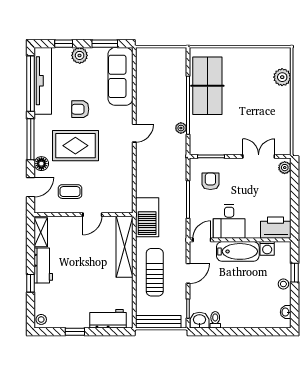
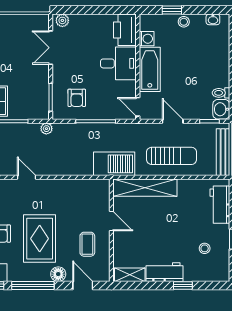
plant: (181, 128) -> (46, 129), moved
armchair: (210, 181) -> (77, 98), turned -90
desk: (229, 221) -> (118, 63), moved
sun lounger: (155, 272) -> (172, 156), turned 180
stool: (41, 319) -> (205, 248), moved

